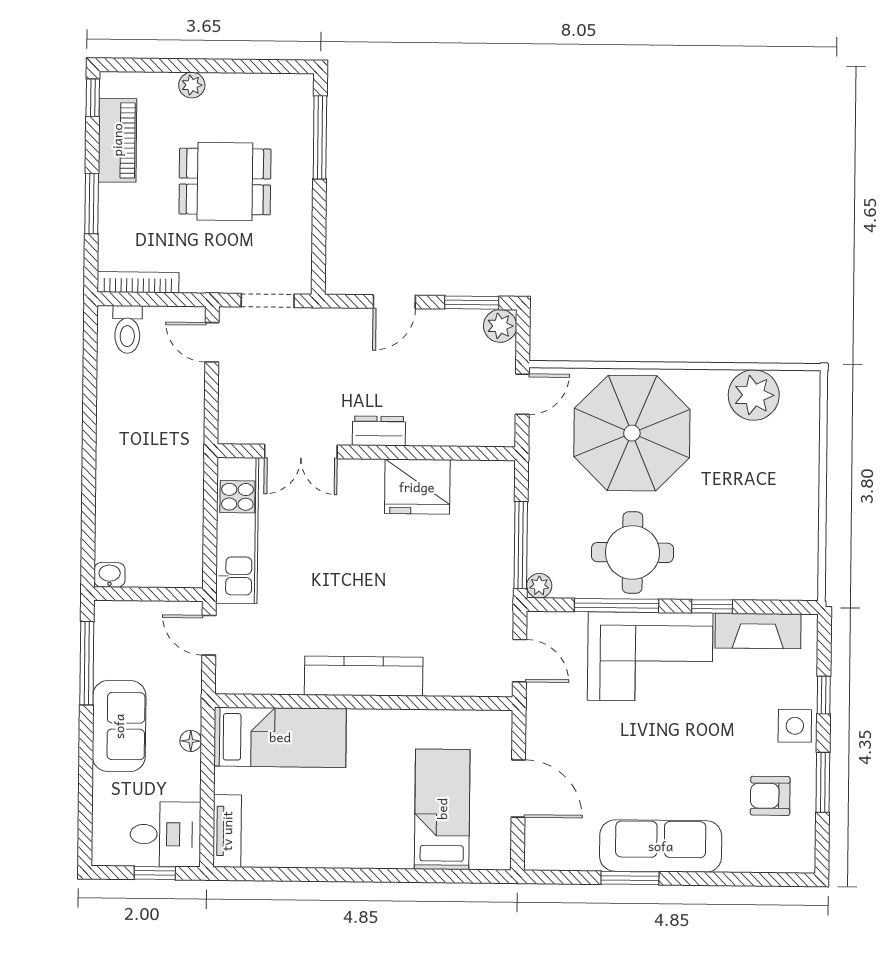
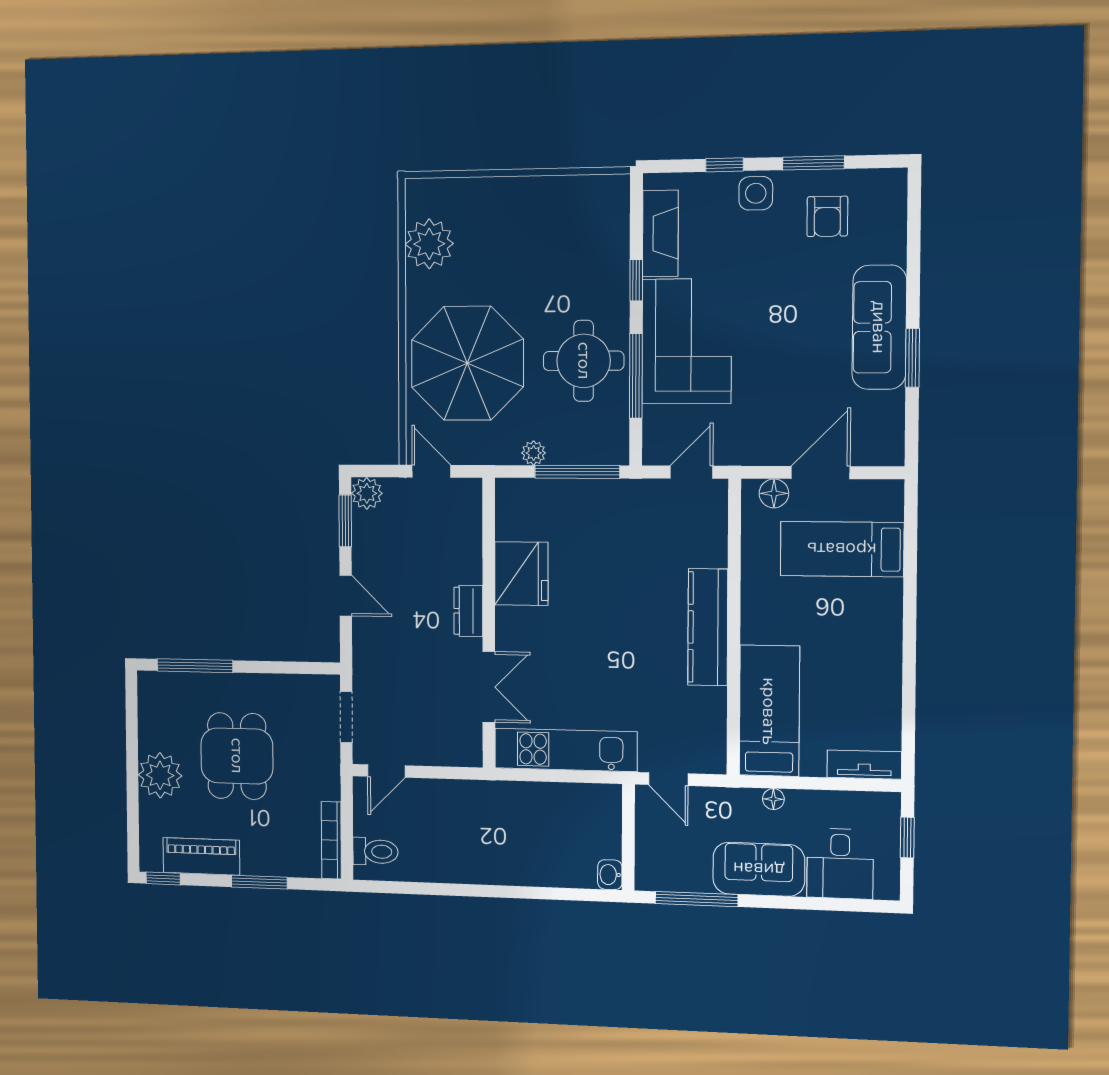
plant: (192, 85) -> (160, 775), width x1.88, depth x1.88
plant: (539, 586) -> (534, 453), moved
door: (209, 635) -> (668, 779), hinge flipped
floor lamp: (498, 743) -> (774, 493), added
desk: (165, 834) -> (840, 864), moved, turned 180

